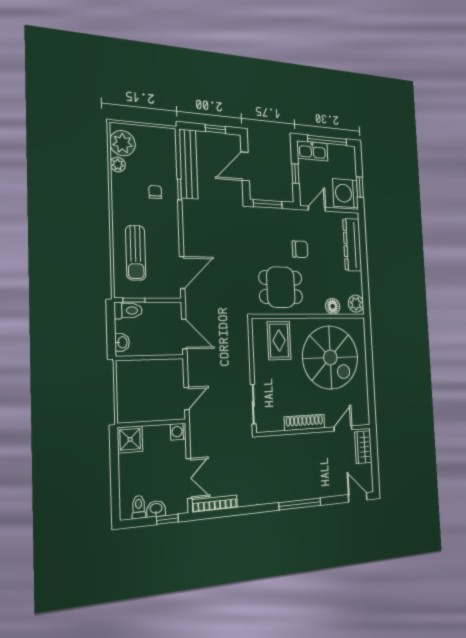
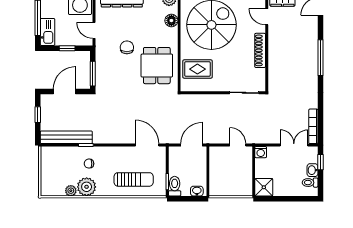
plant: (123, 143) -> (87, 187), moved
door: (245, 166) -> (65, 91), swing flipped

